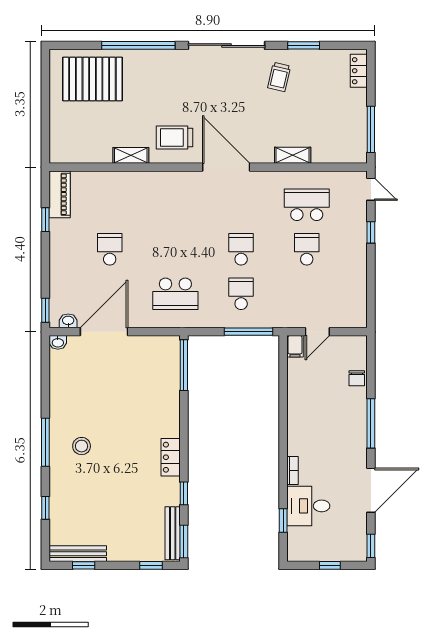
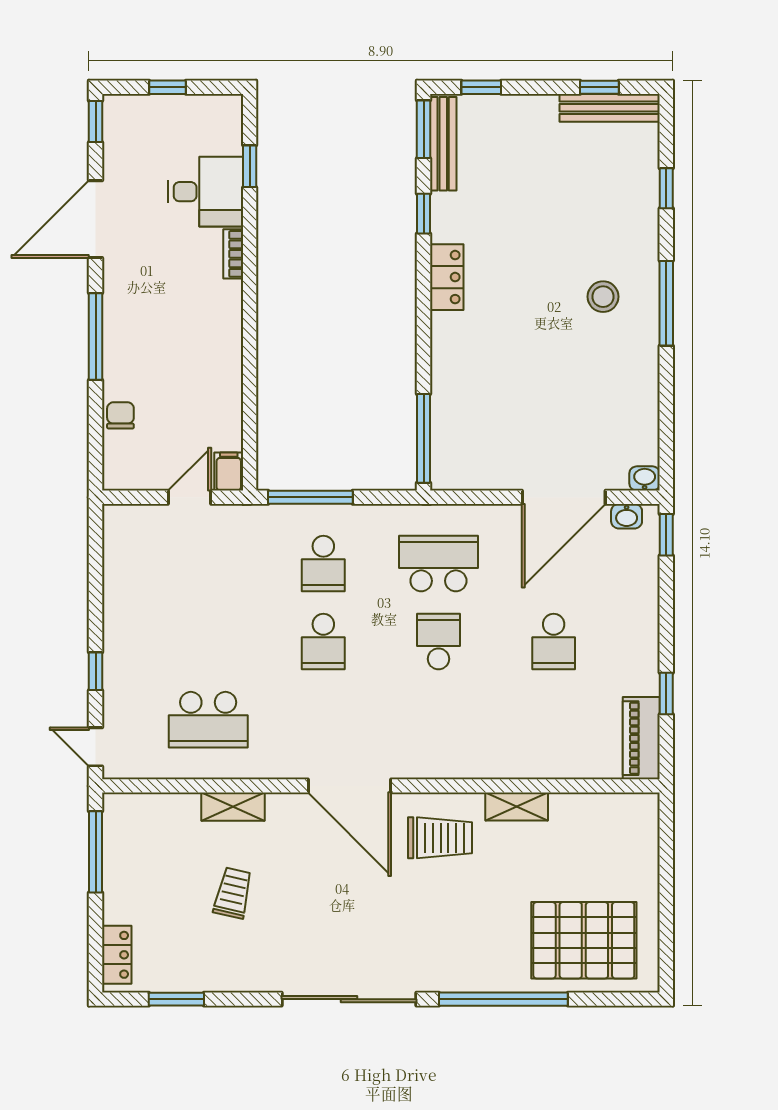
window: (304, 45) -> (176, 999), moved
trolley: (279, 77) -> (233, 893), moved
school desk: (307, 249) -> (438, 642), moved, turned 180

